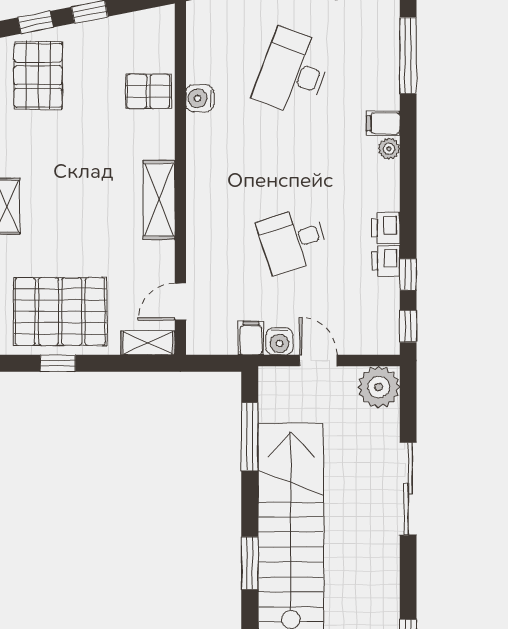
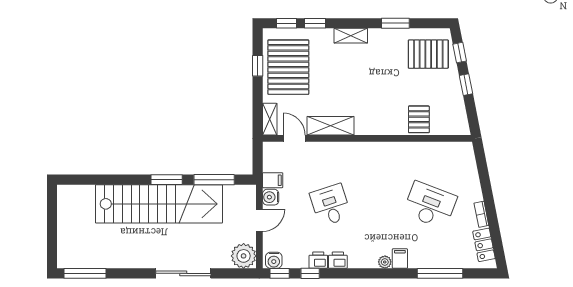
water cooler: (200, 98) -> (274, 260), moved, turned 180
shelving: (159, 200) -> (331, 126), moved
window: (250, 563) -> (167, 180), moved

